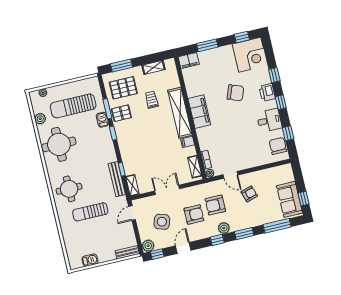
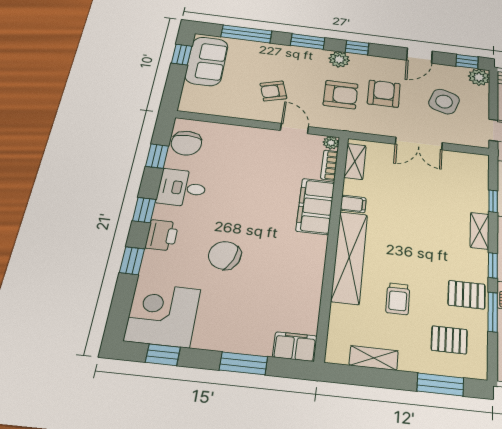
pallet: (123, 88) -> (449, 340), width x0.67, depth x0.71
filing cabinet: (199, 112) -> (315, 206), moved
shelving: (132, 185) -> (480, 231), moved
armchair: (194, 215) -> (384, 94), turned 90

